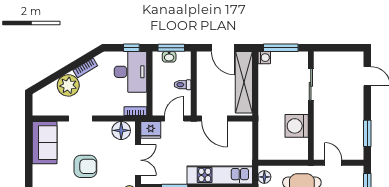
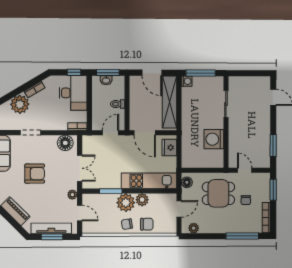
fridge: (151, 130) -> (169, 147), moved, turned 90

